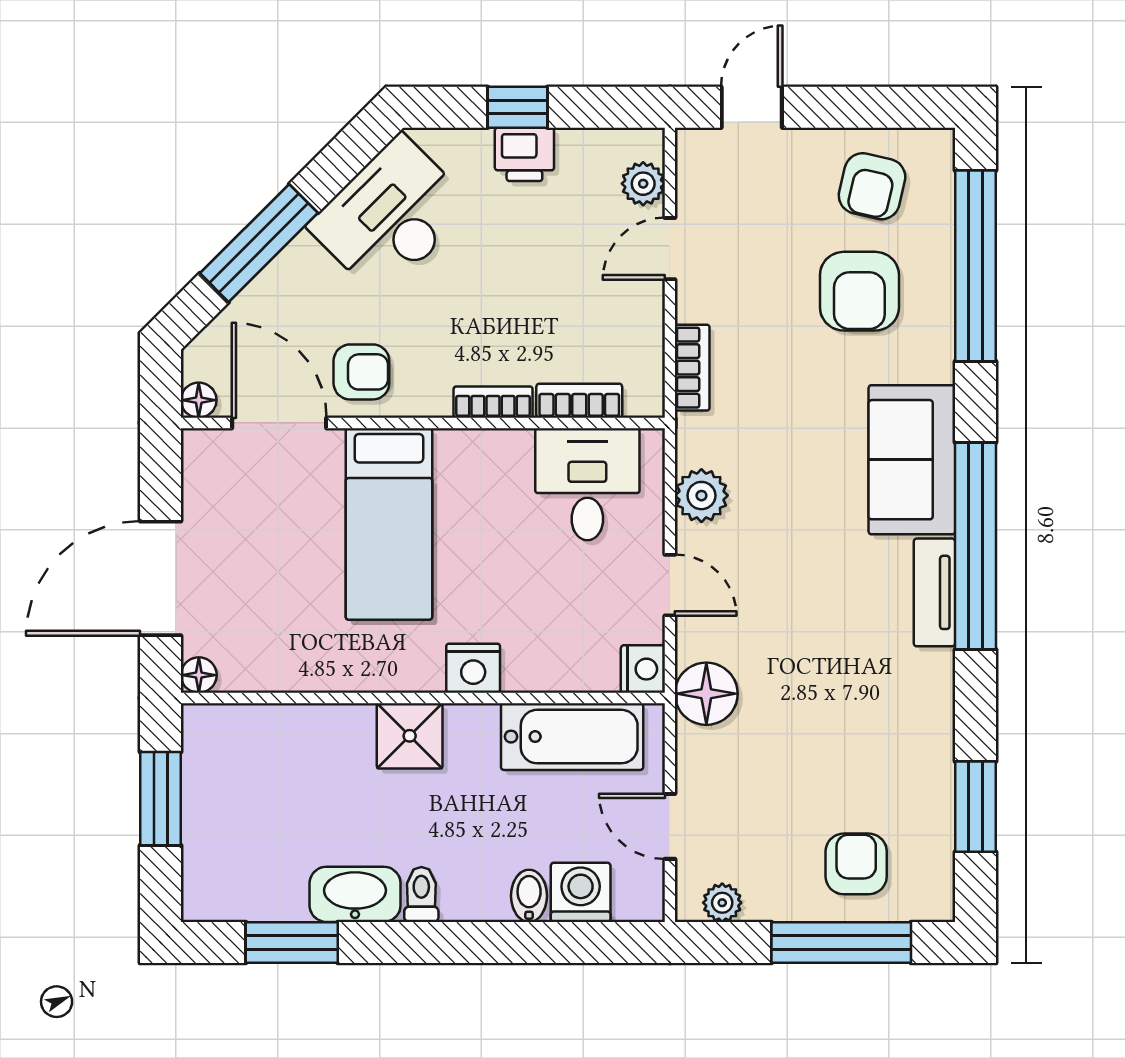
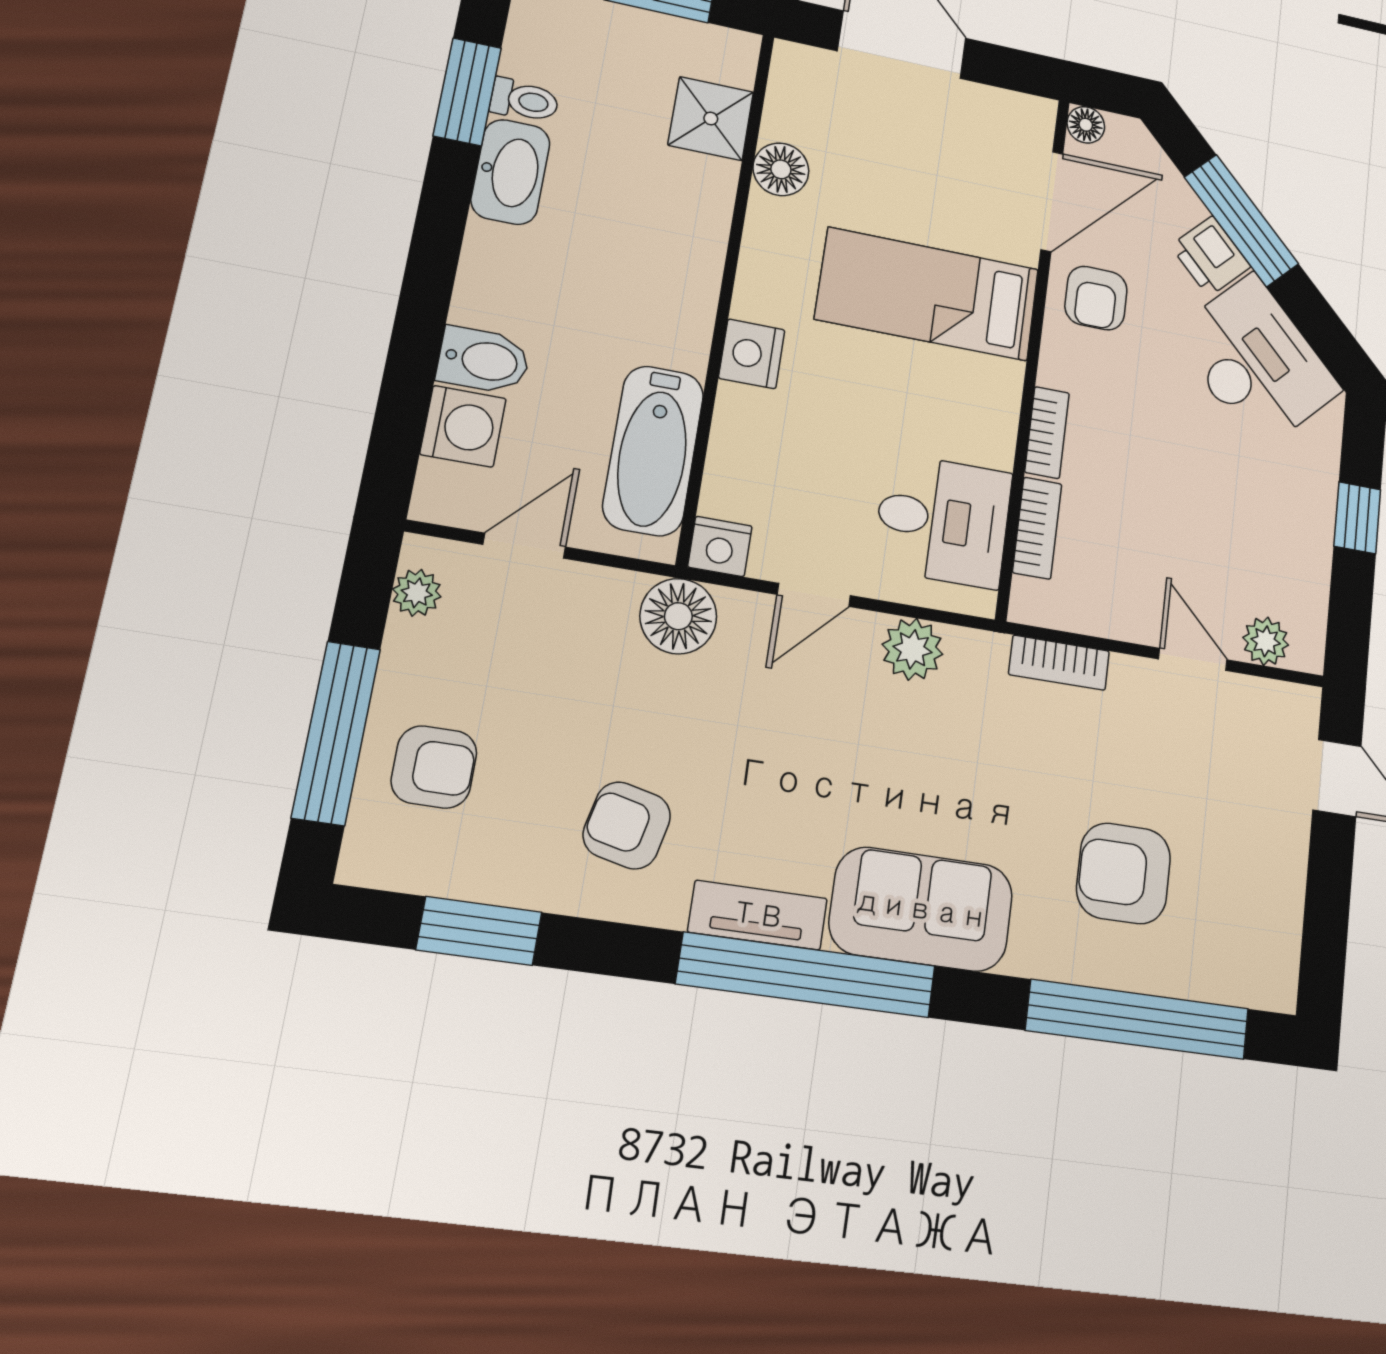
printer: (524, 154) -> (1211, 256), moved, turned -45
armchair: (872, 186) -> (627, 825), moved
floor lamp: (199, 675) -> (781, 169), moved, width x1.37, depth x1.37
shower: (410, 736) -> (711, 119), moved
toilet: (421, 894) -> (524, 100), moved
bidet: (529, 896) -> (484, 360), width x1.38, depth x1.36

